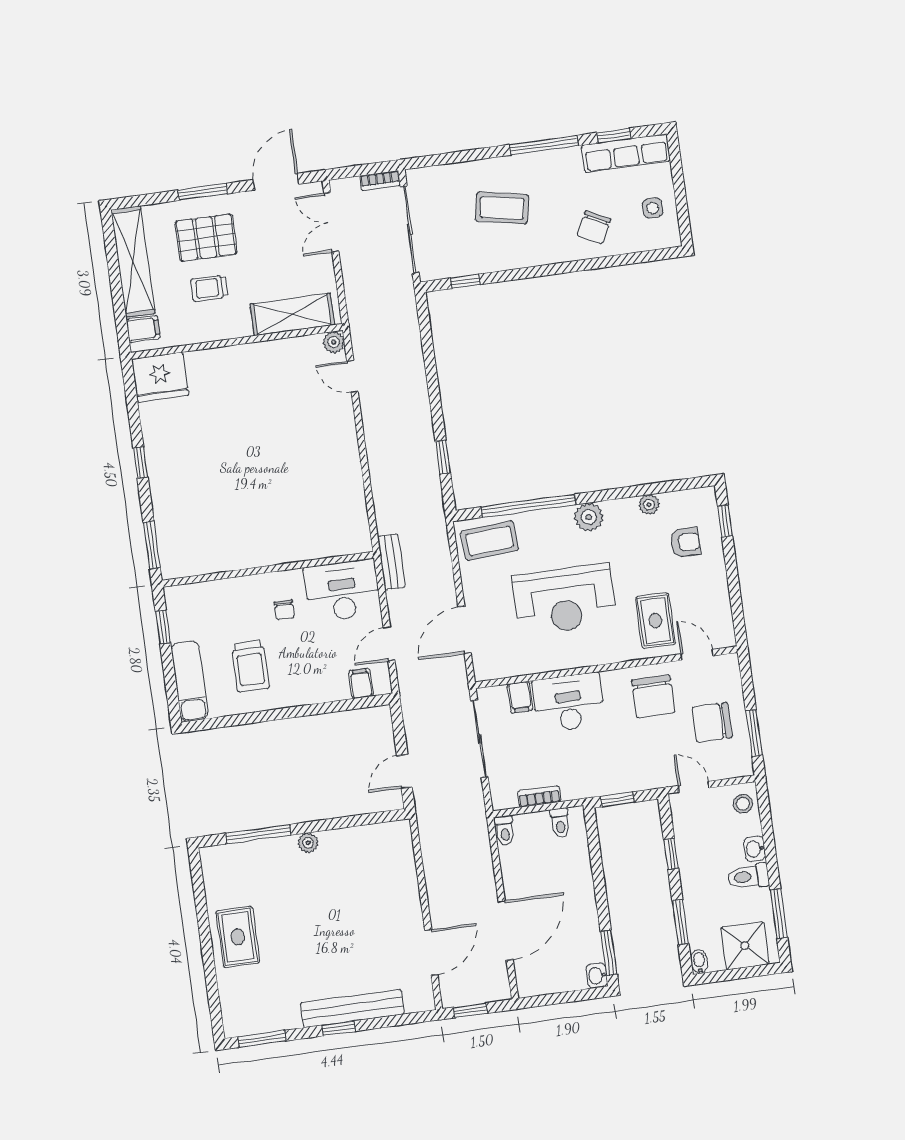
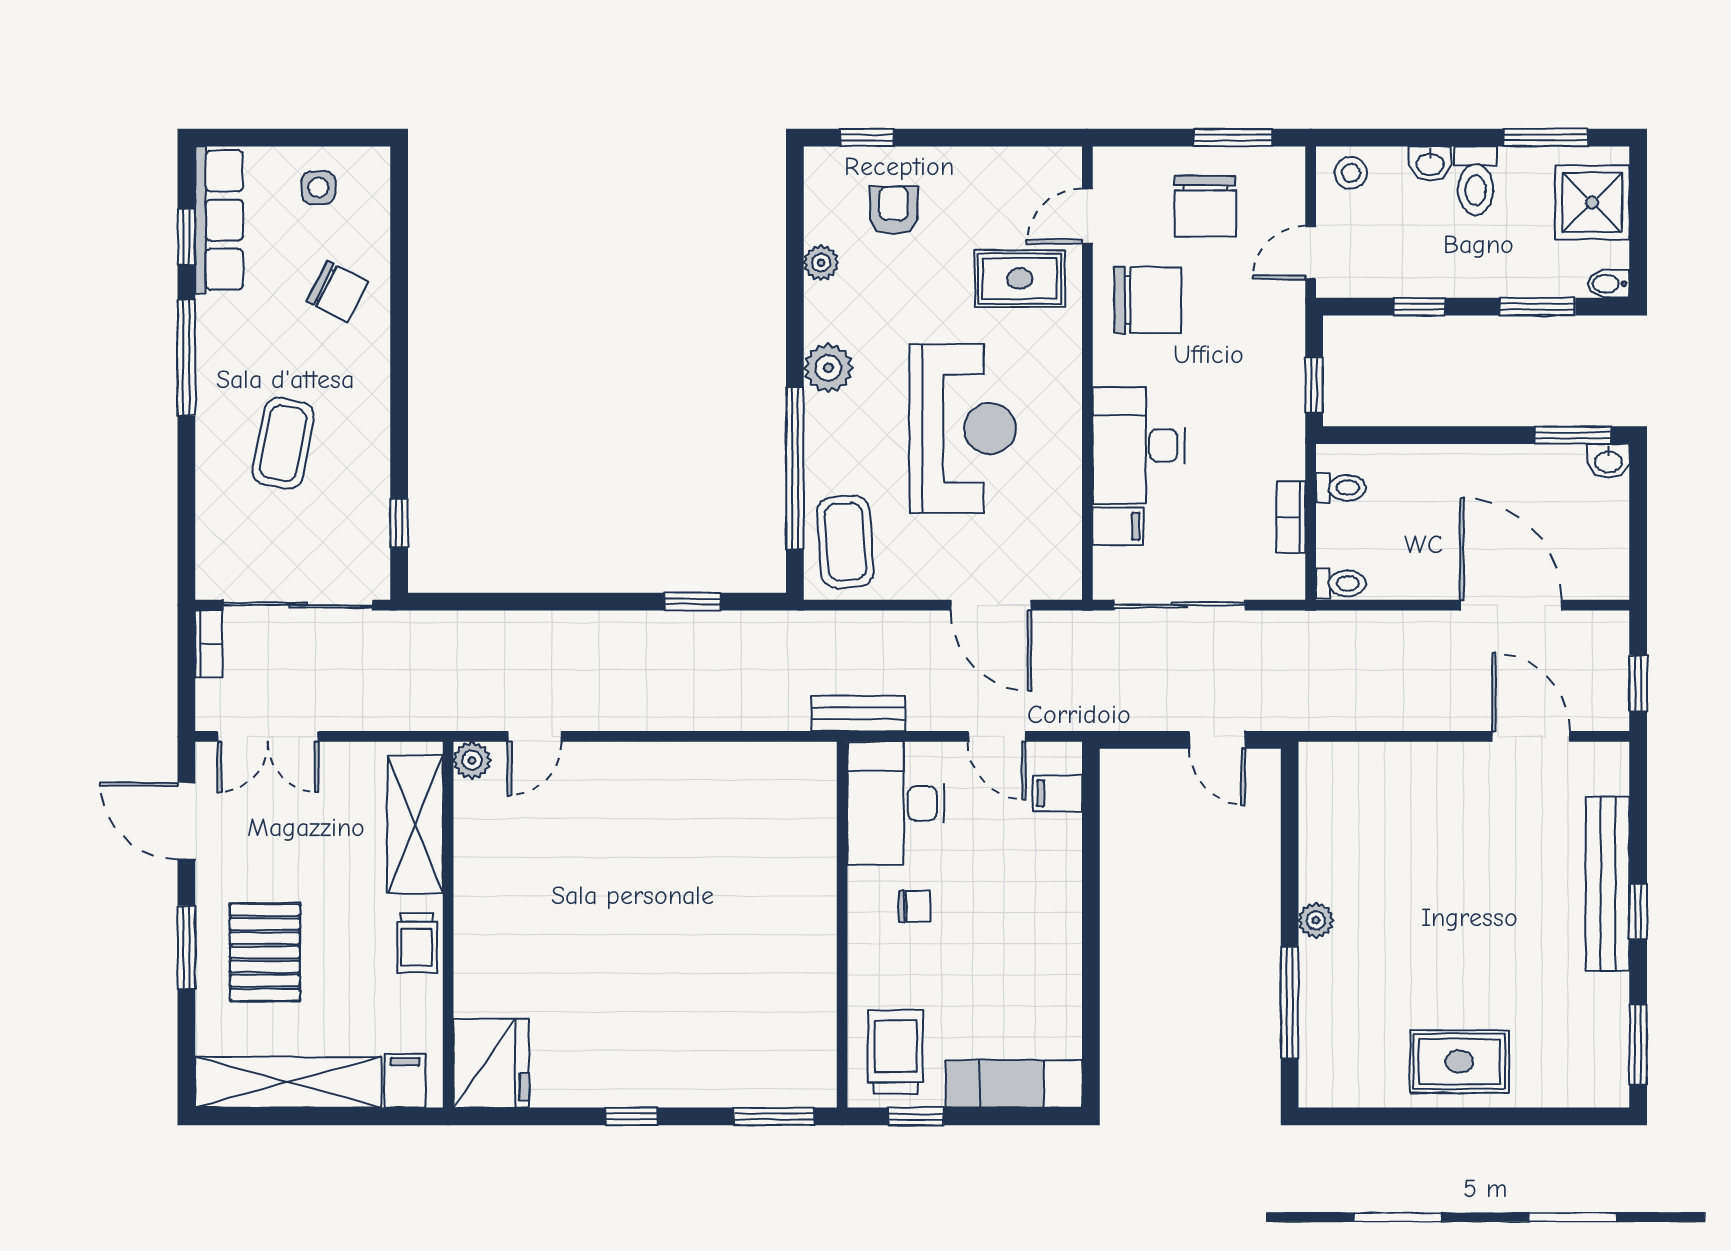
trolley: (209, 288) -> (417, 943), moved
trolley: (250, 666) -> (896, 1052), moved, turned -90

